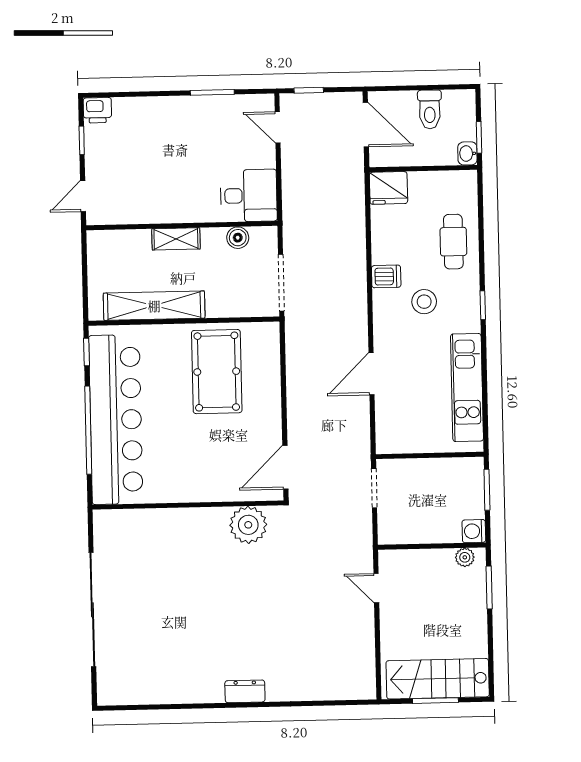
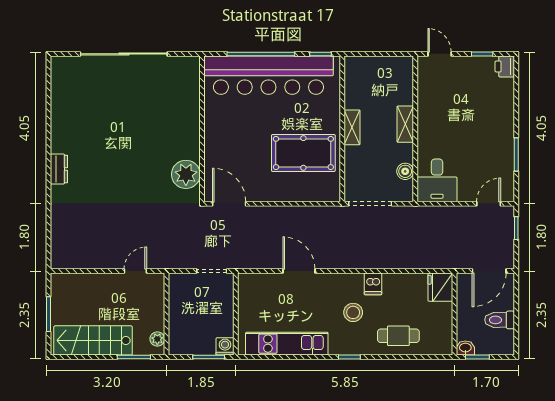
shelving: (154, 306) -> (352, 127), width x0.45, depth x0.75
washing machine: (474, 531) -> (225, 346), moved
stairs: (438, 679) -> (93, 340), moved, turned -90

